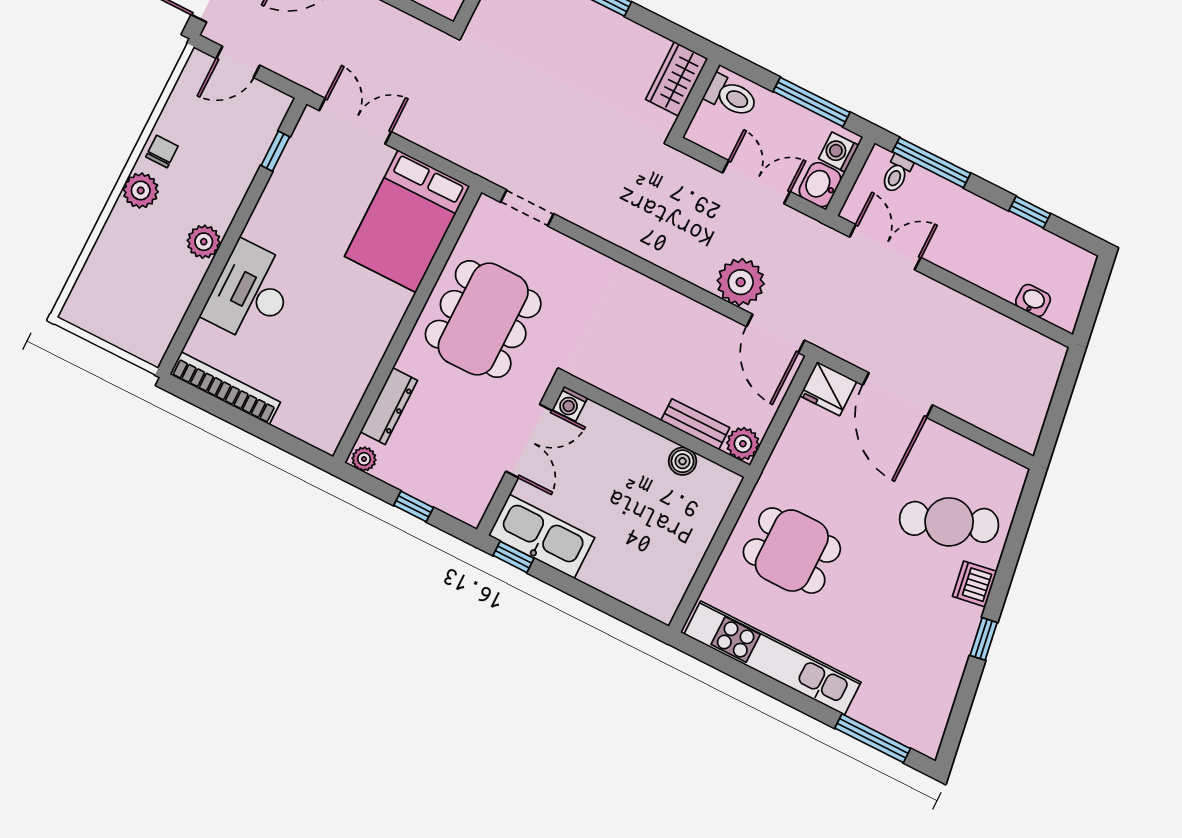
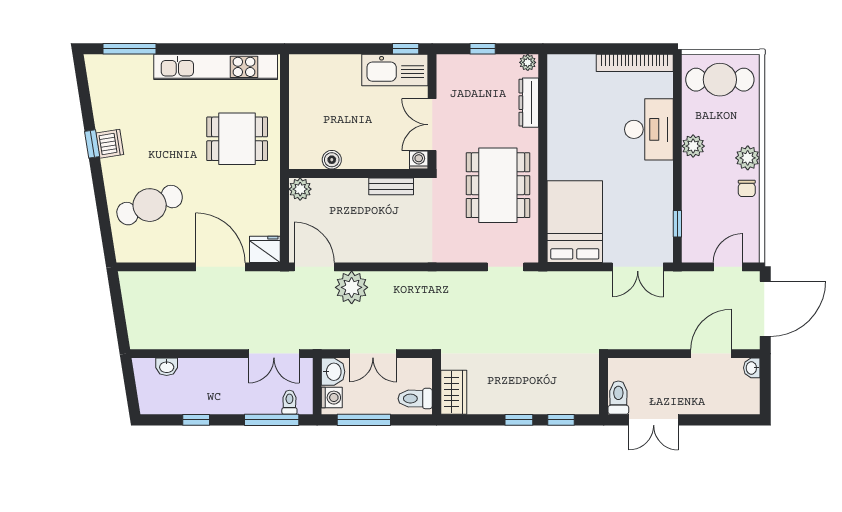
cafe table: (125, 310) -> (720, 80), added
bench: (695, 424) -> (391, 186), moved
dishwasher: (975, 584) -> (110, 144), moved

